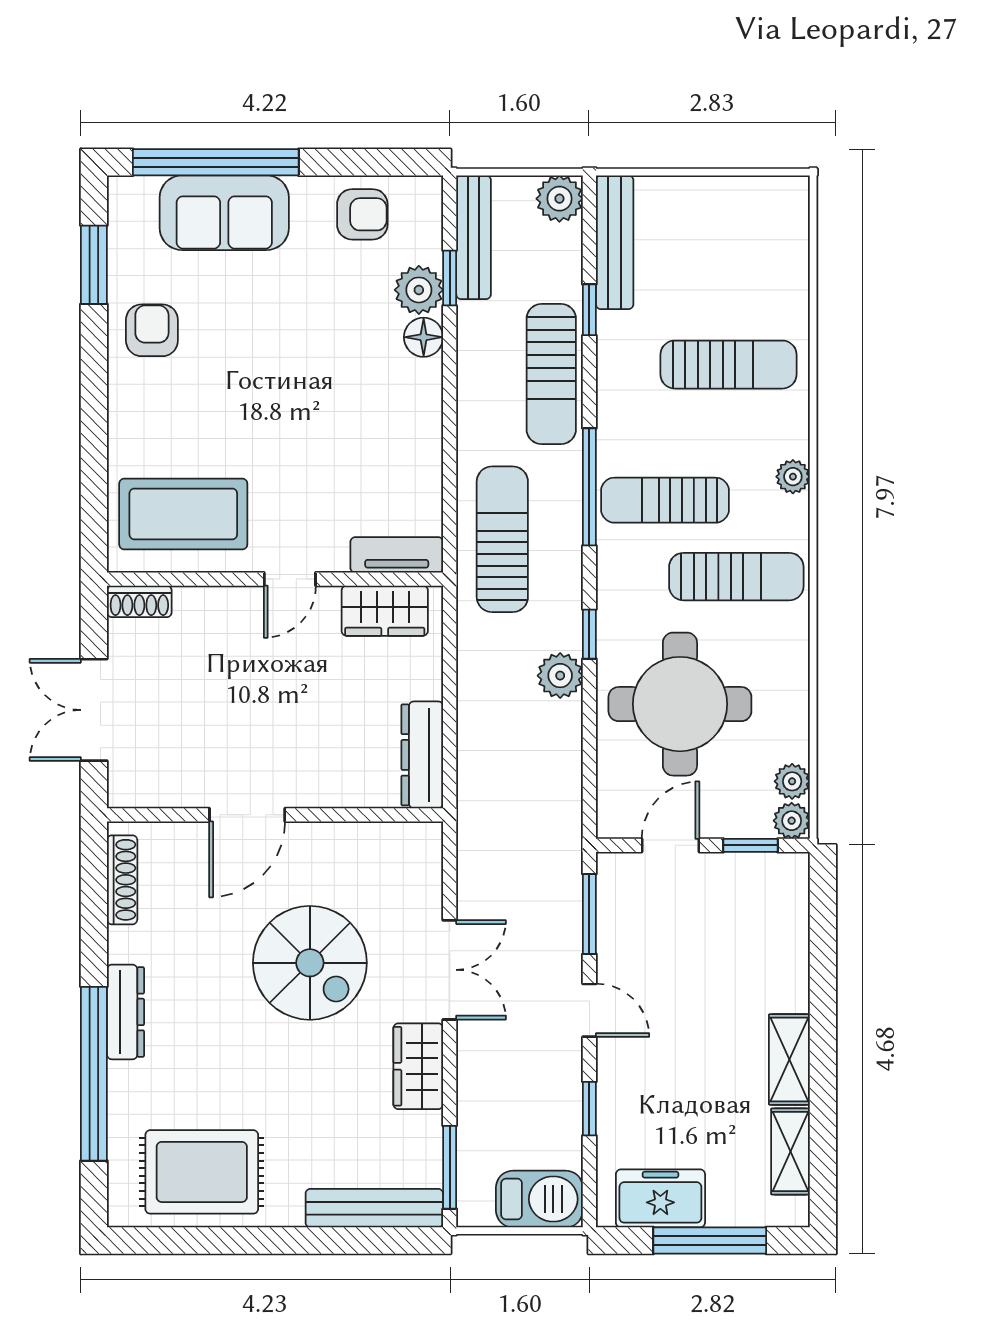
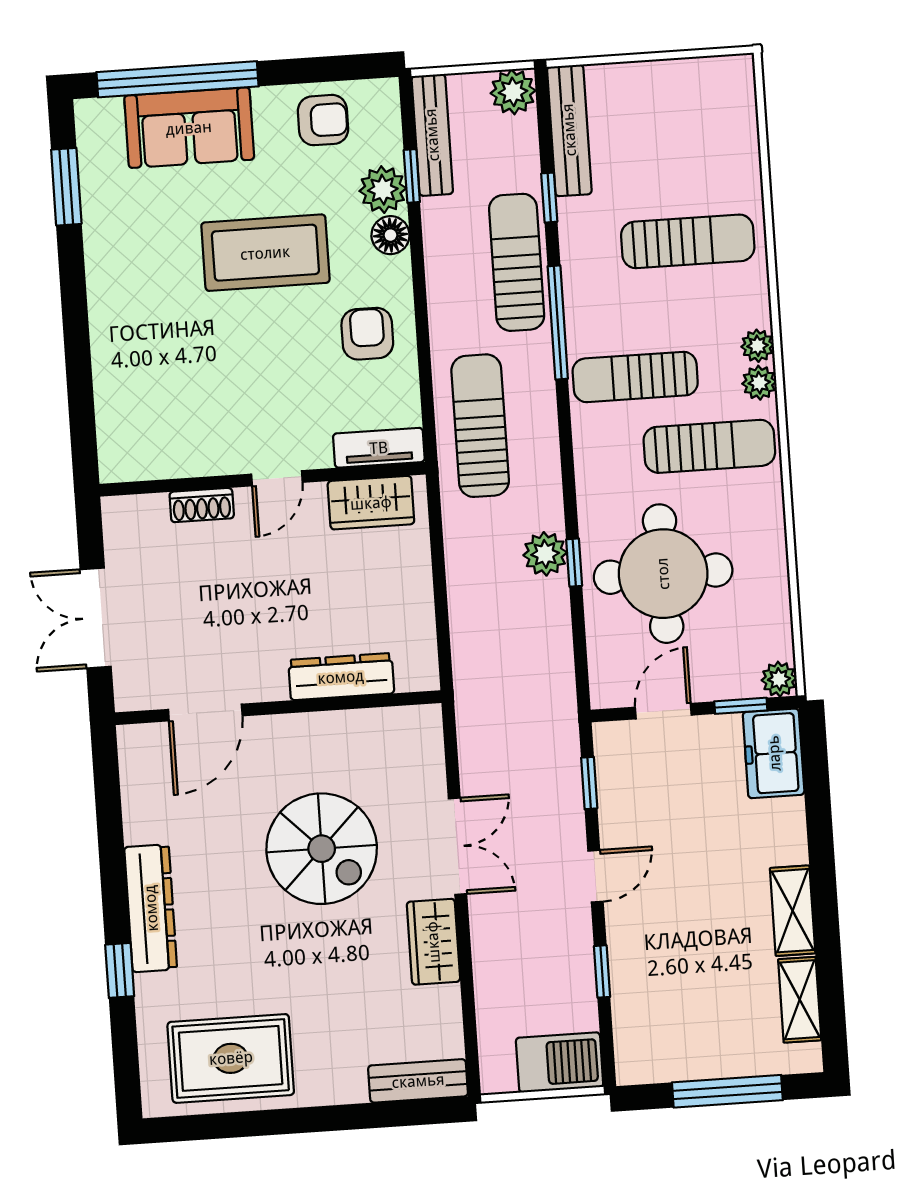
armchair: (152, 330) -> (367, 334), moved
sun lounger: (551, 374) -> (517, 262), turned 180
window: (589, 487) -> (558, 323), moved
coffee table: (183, 514) -> (265, 253), moved
shoe rack: (139, 601) -> (202, 505), moved
window: (589, 634) -> (574, 563), moved
dresser: (422, 755) -> (341, 677), moved, turned 90
plant: (792, 781) -> (759, 383), moved
door: (247, 815) -> (205, 713), moved
shoe rack: (122, 880) -> (134, 781), removed
window: (589, 914) -> (589, 783), width x0.67
door: (589, 1010) -> (596, 876), hinge flipped
dresser: (125, 1012) -> (151, 908), width x1.37, depth x1.24
window: (94, 1074) -> (120, 970), width x0.32
window: (450, 1167) -> (471, 1038), removed
freezer: (660, 1198) -> (774, 753), moved, turned -90
bench: (374, 1208) -> (418, 1081), width x0.73

